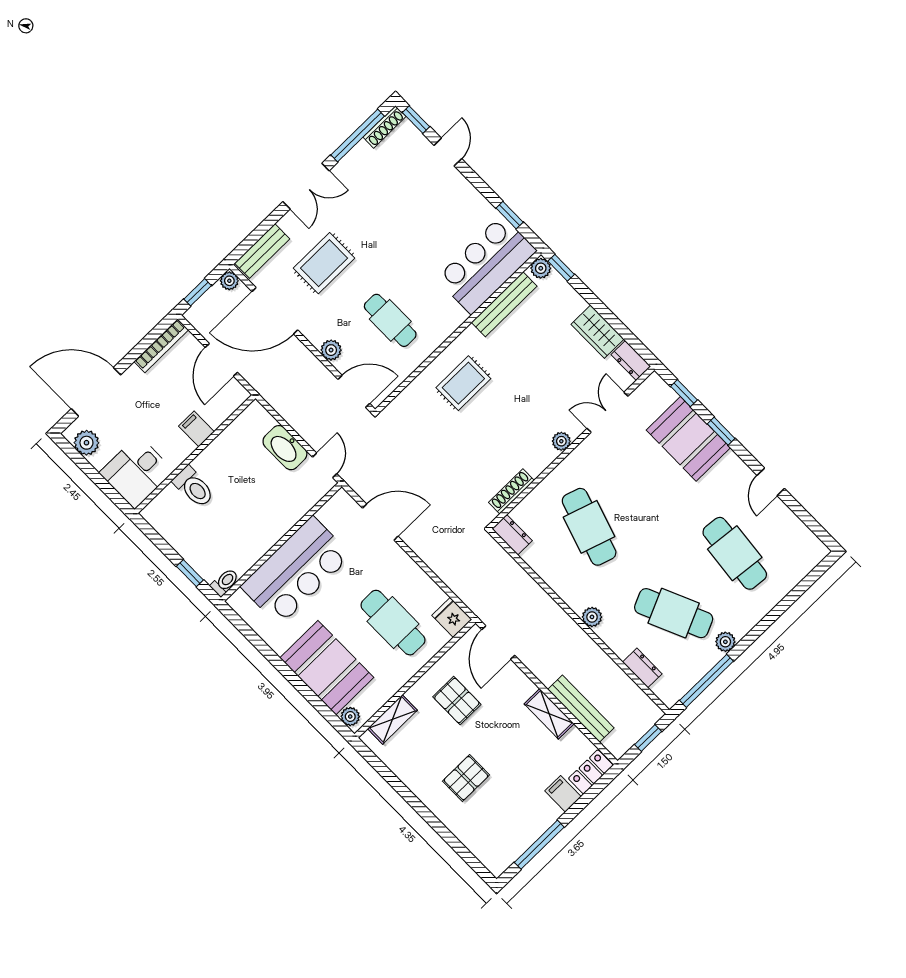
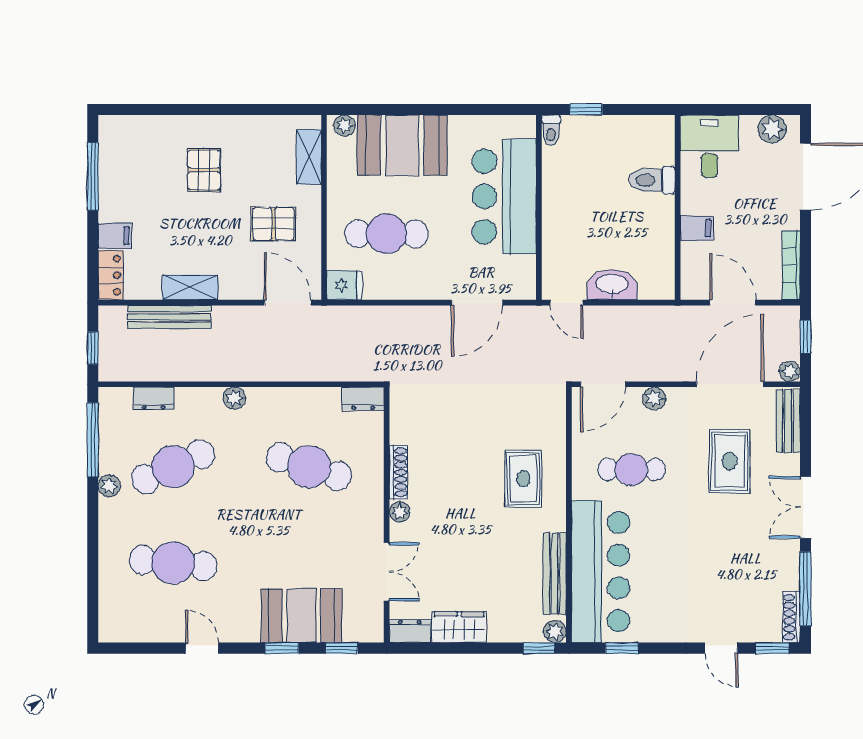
bar counter: (486, 265) -> (601, 572), width x1.36
shoe rack: (511, 491) -> (399, 472), moved

